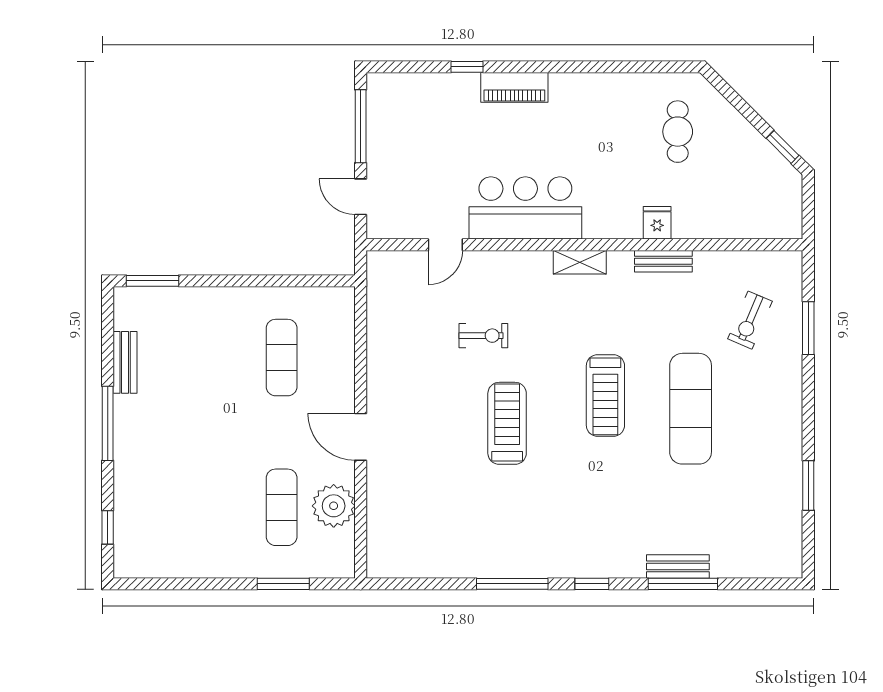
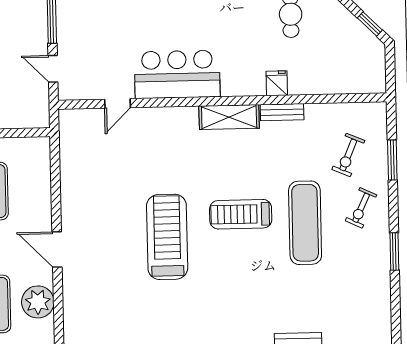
shelving: (580, 262) -> (229, 117), width x1.50, depth x1.33
exercise bike: (483, 336) -> (361, 208), moved, turned 115
treadmill: (605, 396) -> (241, 214), turned 90
treadmill: (507, 423) -> (167, 237), width x1.37, depth x1.38
window: (808, 486) -> (394, 252), moved

